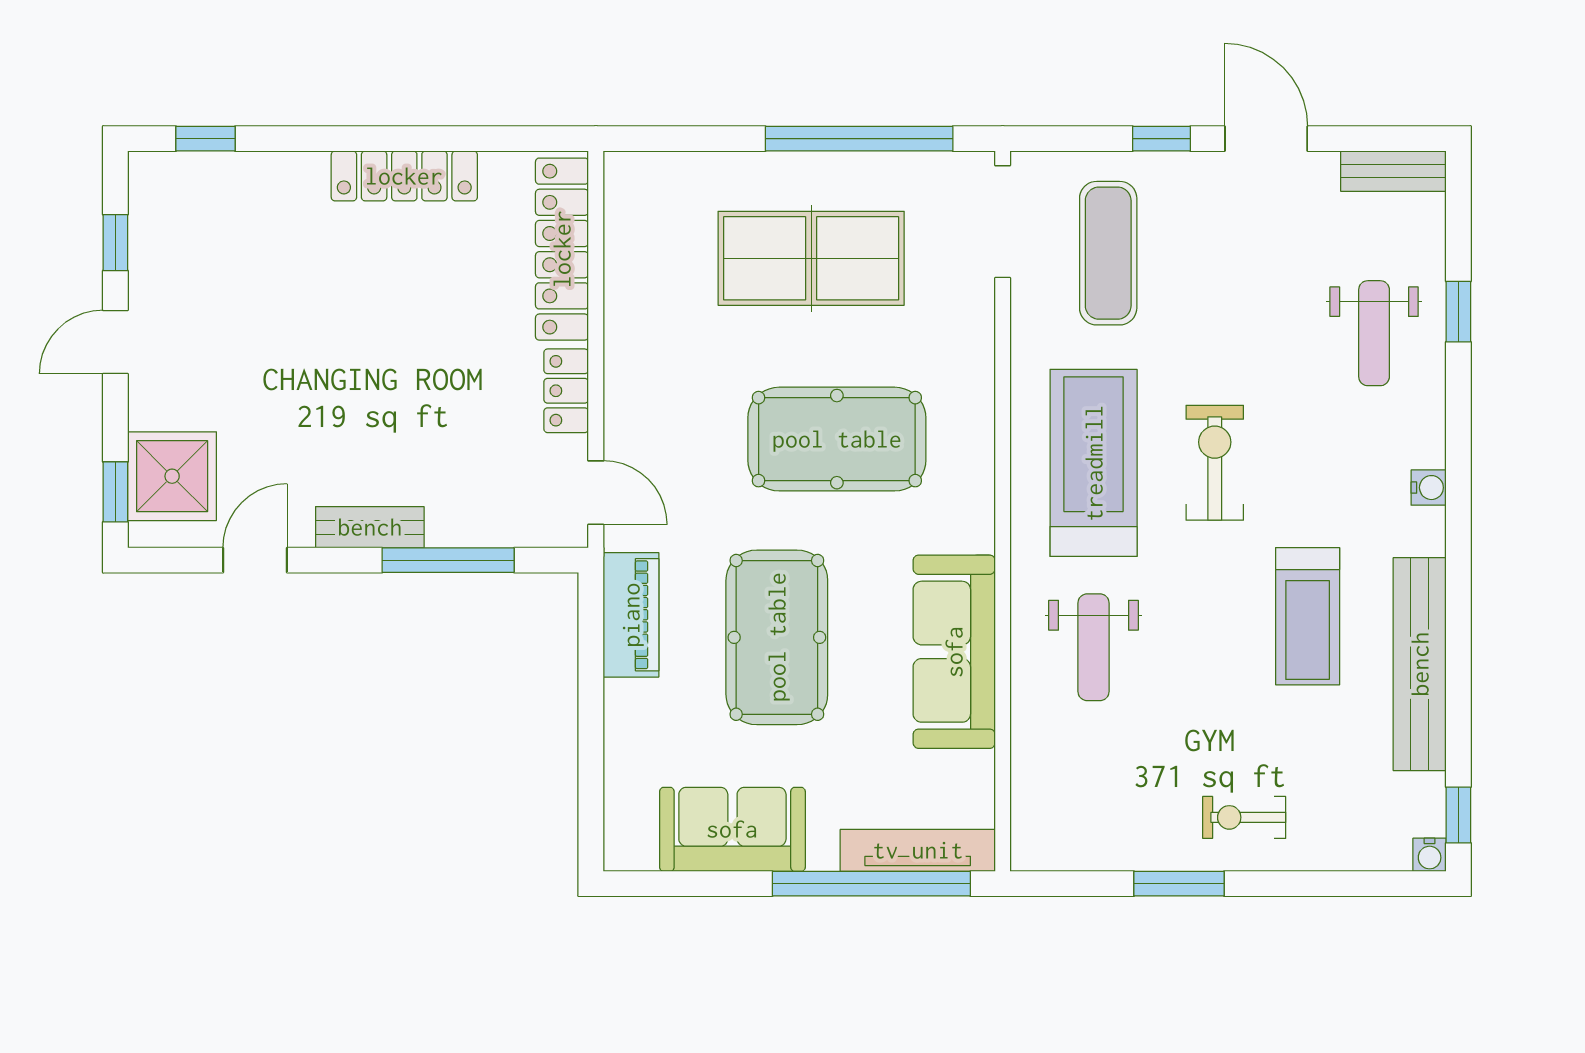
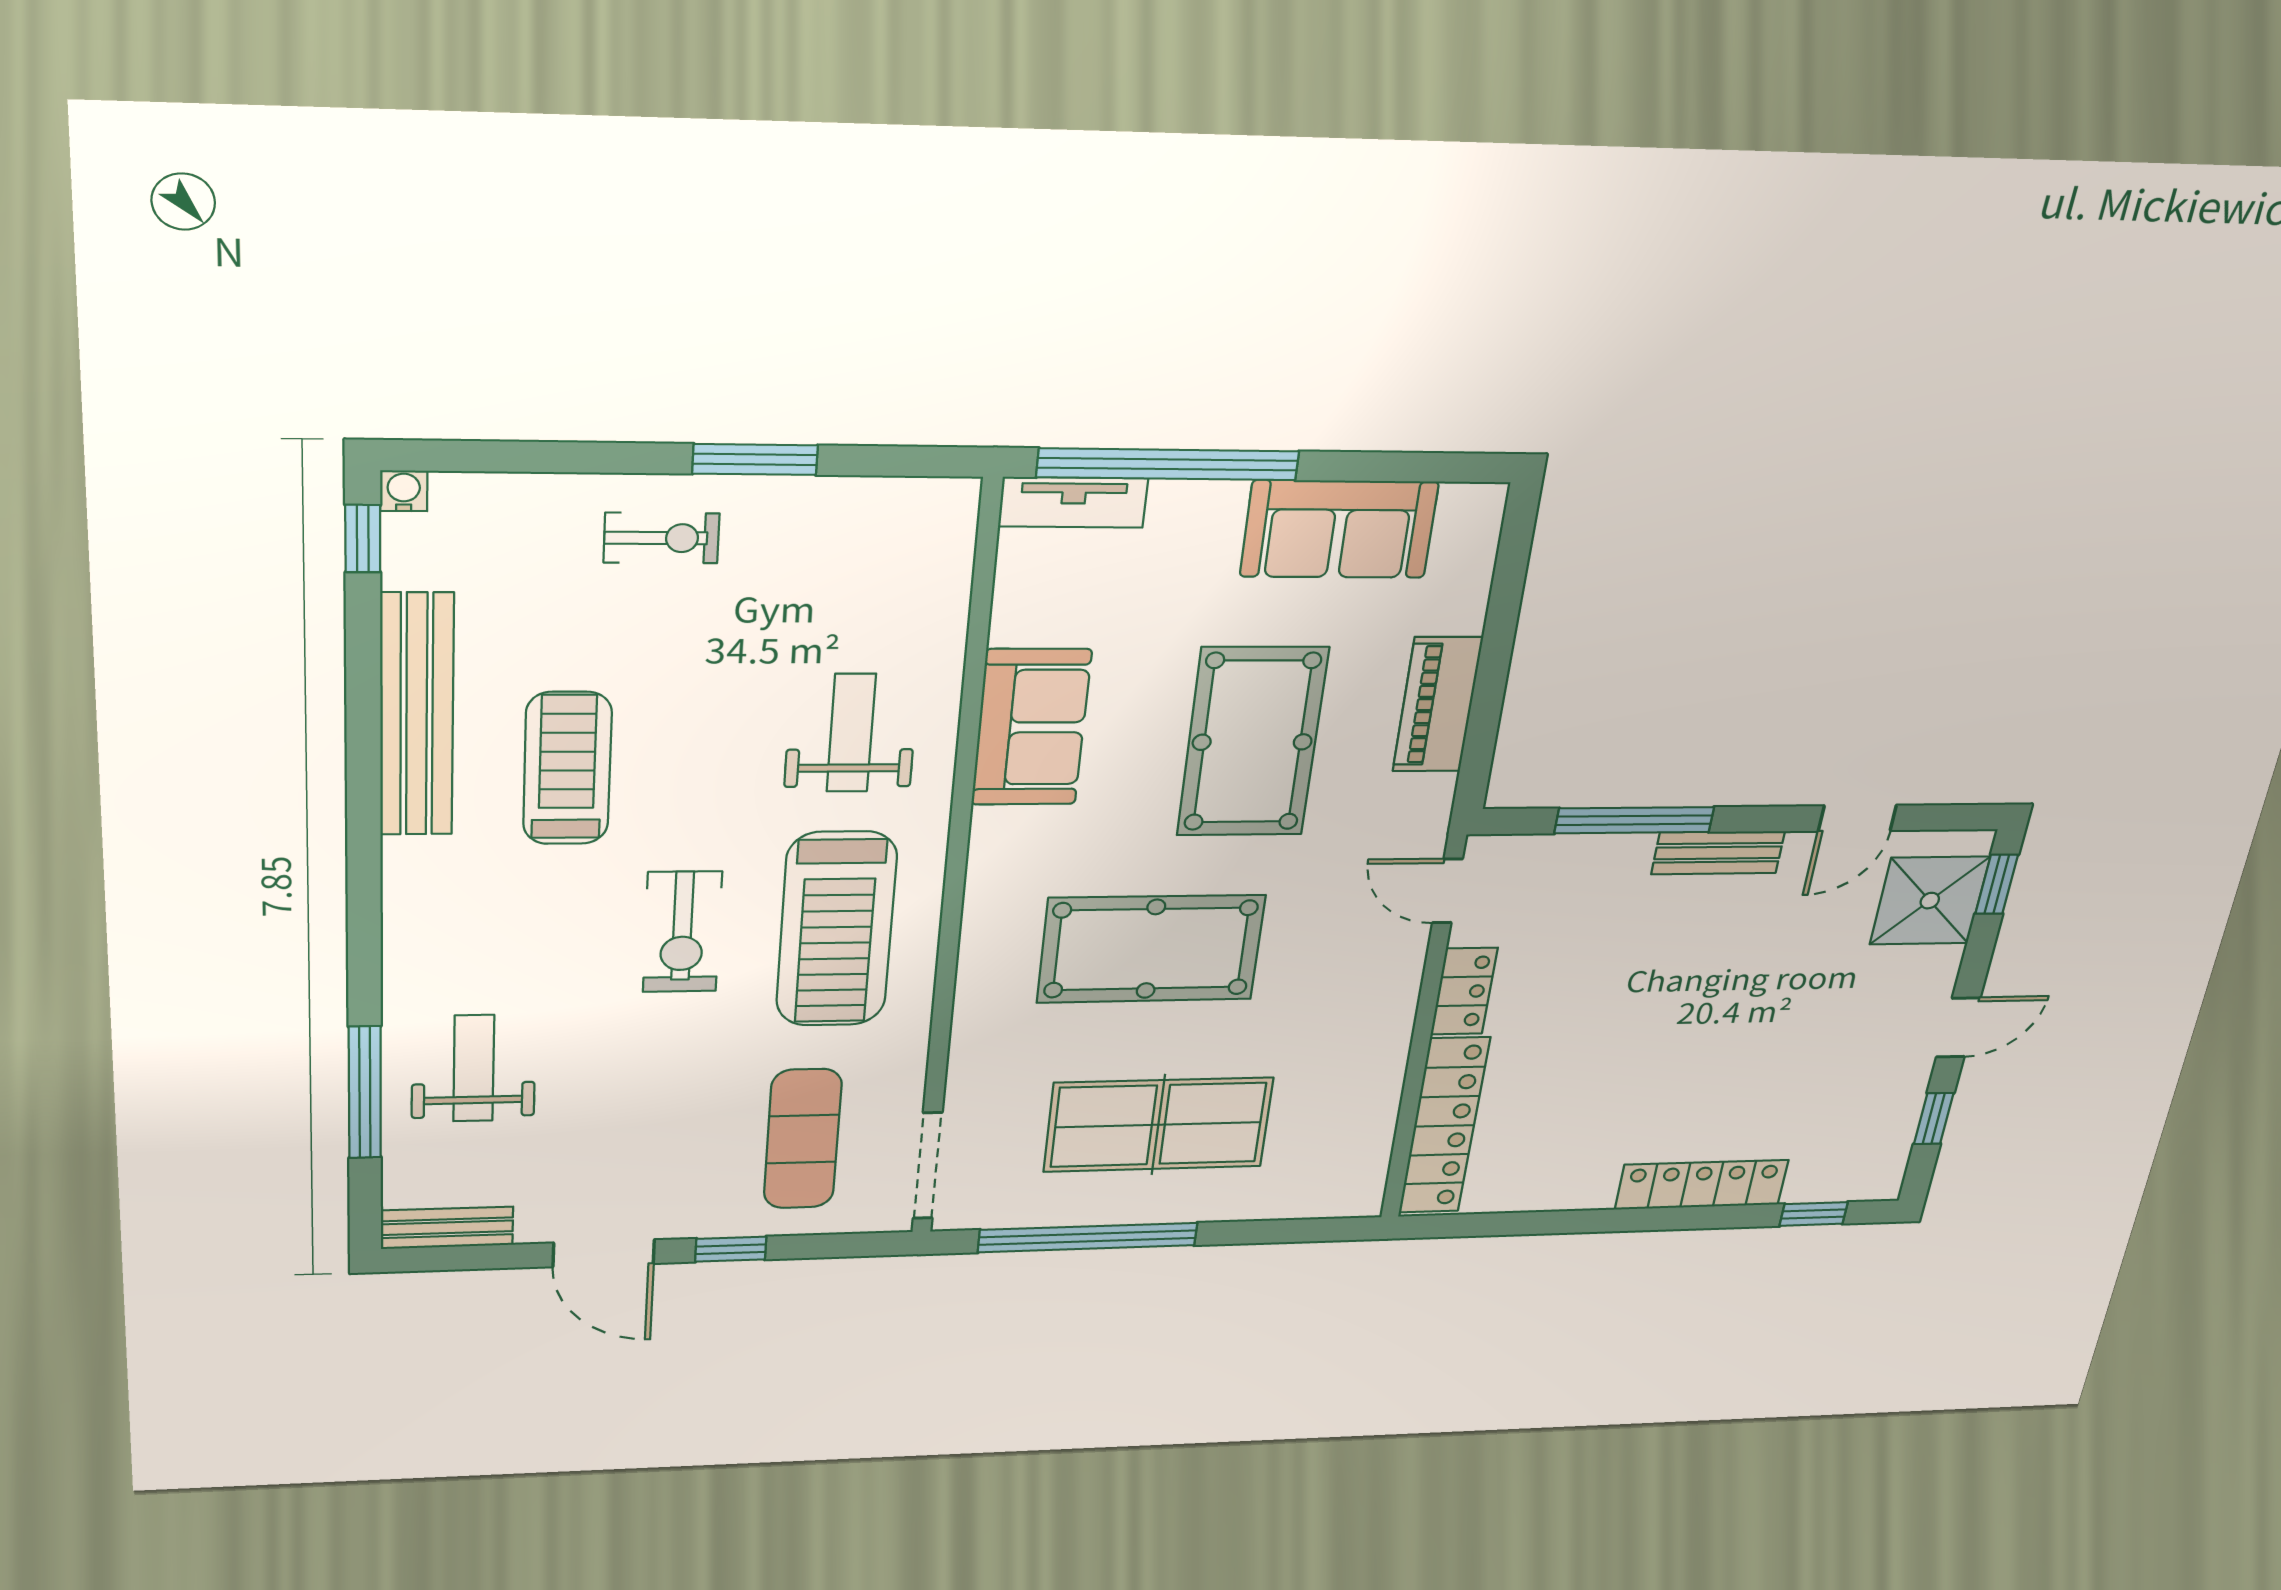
locker: (404, 176) -> (1702, 1185), moved
window: (1458, 312) -> (365, 1093), width x2.17
water cooler: (1429, 488) -> (404, 910), removed
piano: (631, 615) -> (1438, 705), moved
sofa: (954, 652) -> (1031, 727), width x0.73
tv unit: (918, 850) -> (1073, 502), width x0.71

